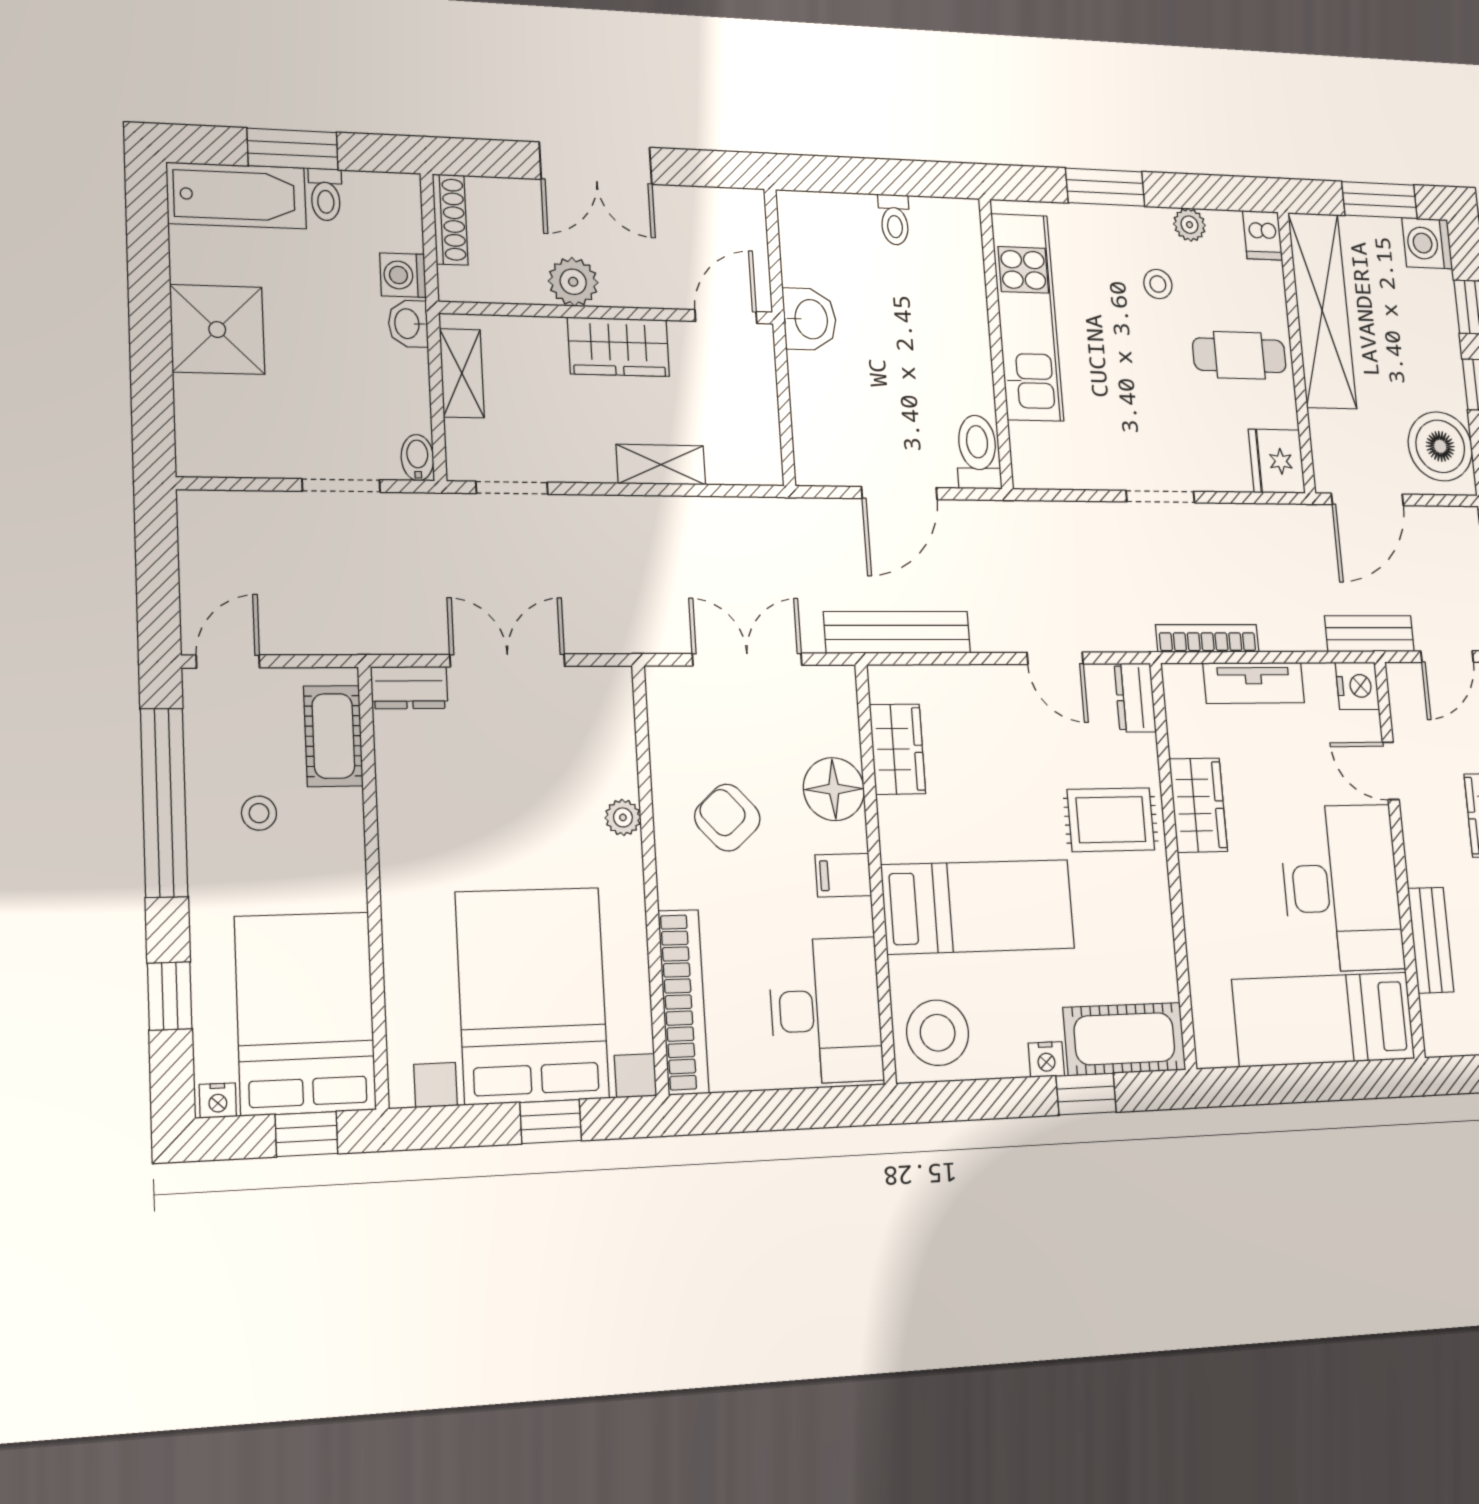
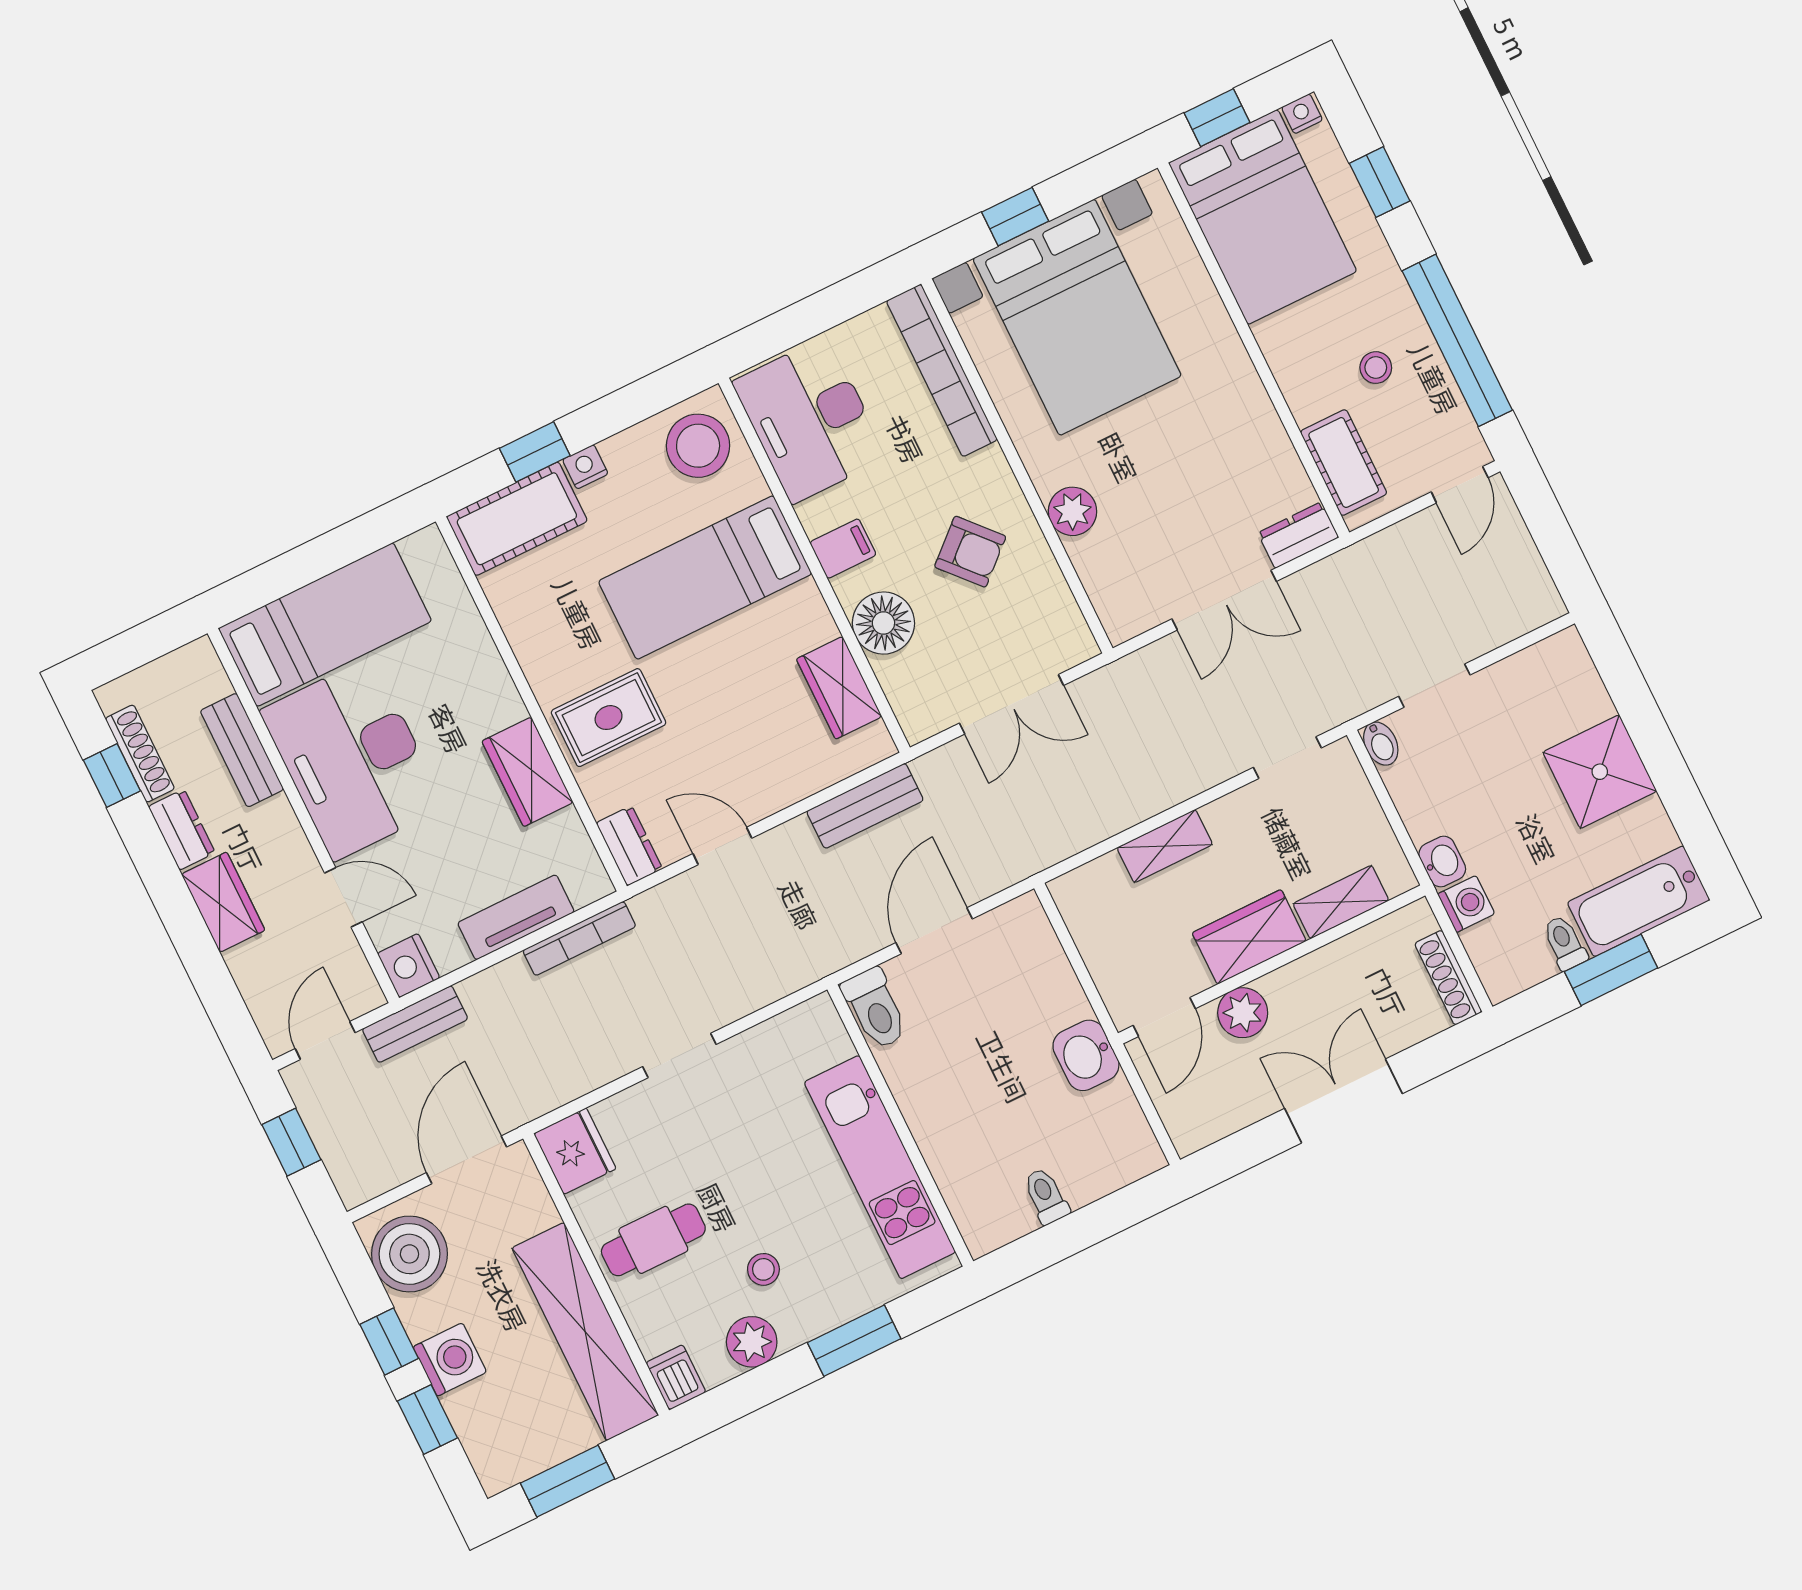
plant: (1189, 225) -> (752, 1342), width x1.38, depth x1.38
washing machine: (1427, 243) -> (450, 1359), moved
plant: (573, 282) -> (1243, 1013), moved
shelving: (462, 373) -> (1341, 902), moved, turned 90
bench: (897, 632) -> (865, 806), width x0.73
plant: (623, 817) -> (1072, 511), width x1.38, depth x1.38

